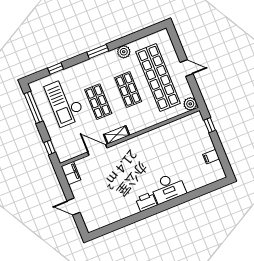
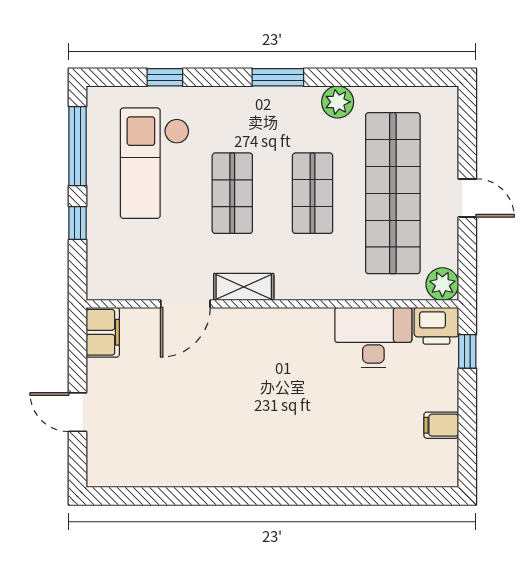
window: (50, 147) -> (77, 223), moved
door: (97, 150) -> (185, 304), swing flipped
desk: (168, 188) -> (373, 338), moved, turned 180
printer: (146, 202) -> (436, 326), moved, turned 180

